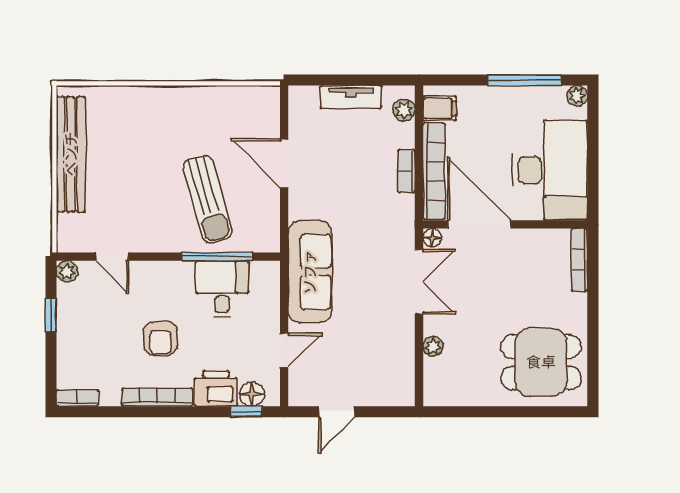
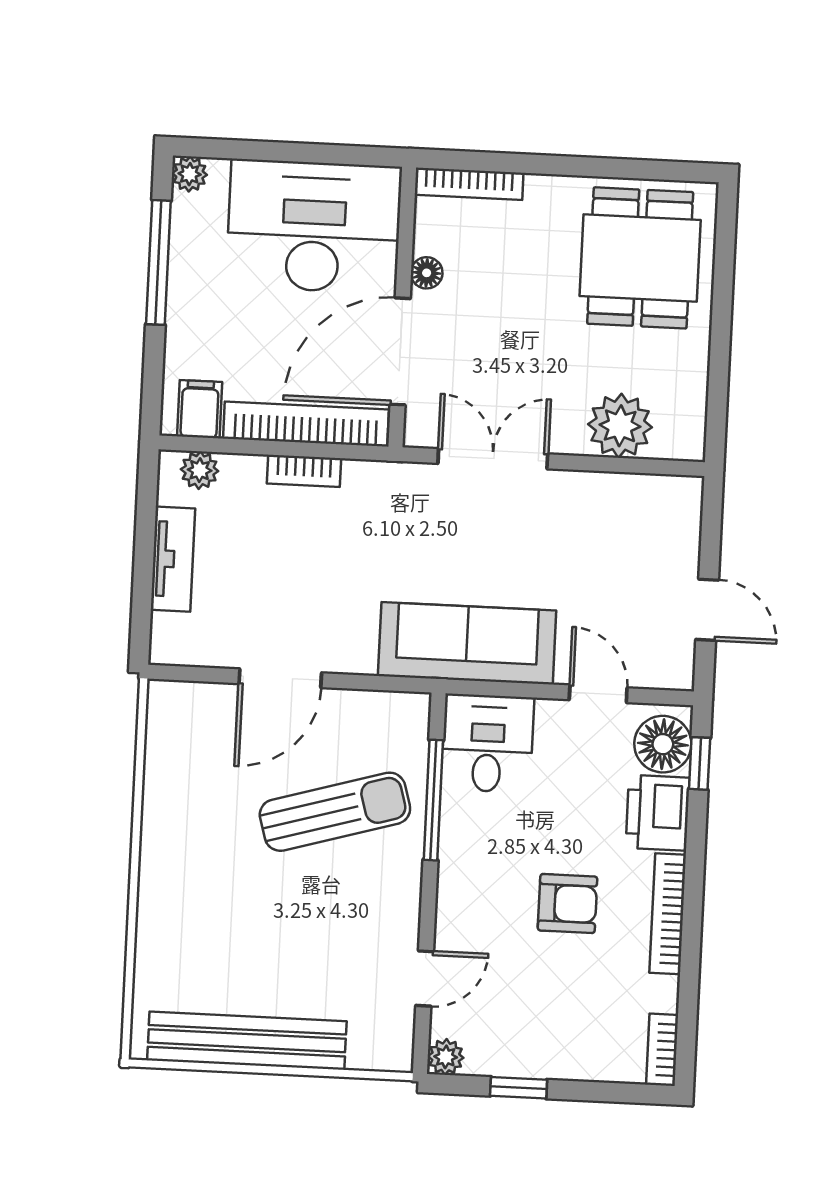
floor lamp: (432, 238) -> (427, 273), moved
desk: (222, 289) -> (488, 743), moved, turned 90
plant: (433, 347) -> (620, 426), width x1.88, depth x1.88
floor lamp: (252, 394) -> (663, 744), width x1.38, depth x1.38

